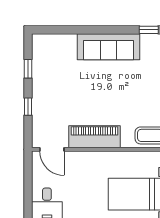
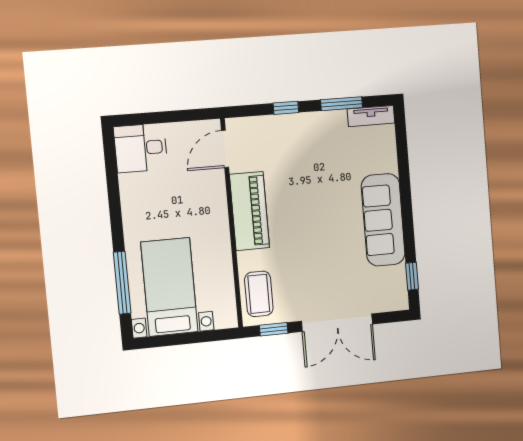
tv unit: (38, 49) -> (371, 116), added
window: (28, 69) -> (342, 104), width x1.50

